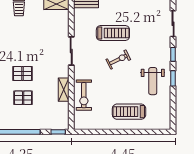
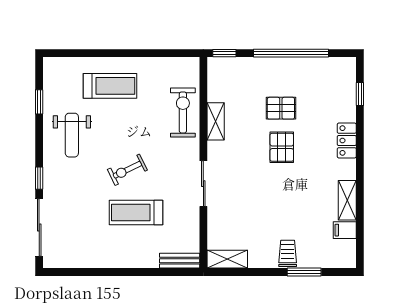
sliding door: (173, 24) -> (39, 228), width x1.37
pallet: (22, 74) -> (282, 147), turned 90
window: (173, 78) -> (39, 102), moved
weight bench: (153, 81) -> (72, 135), turned 180

